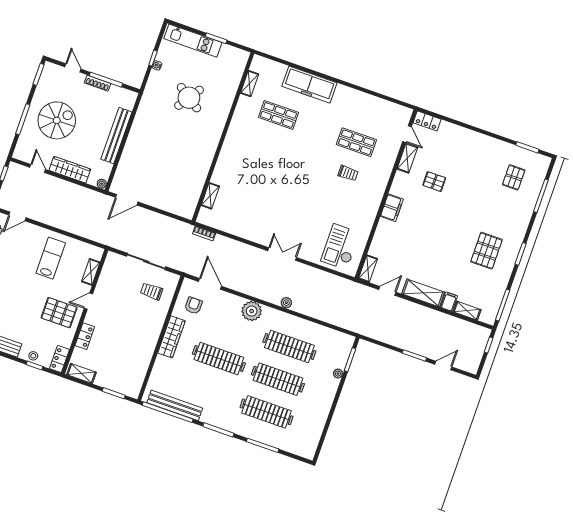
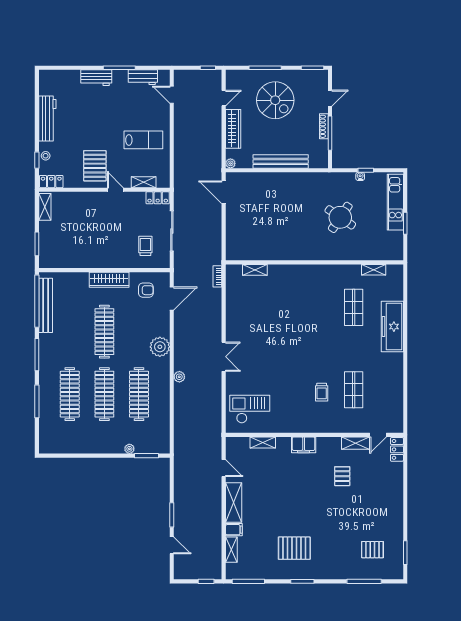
shelving: (368, 269) -> (263, 442), moved
locker: (85, 336) -> (158, 198), moved

